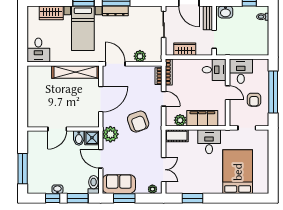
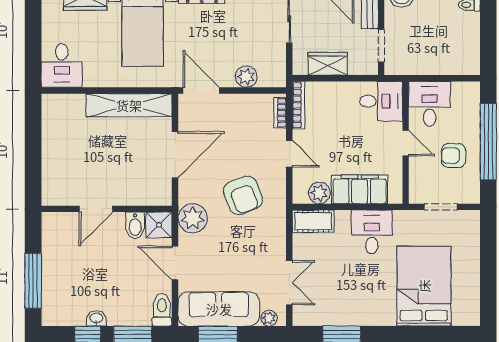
armchair: (254, 100) -> (453, 156), turned 90
sofa: (119, 184) -> (219, 309), width x1.36

